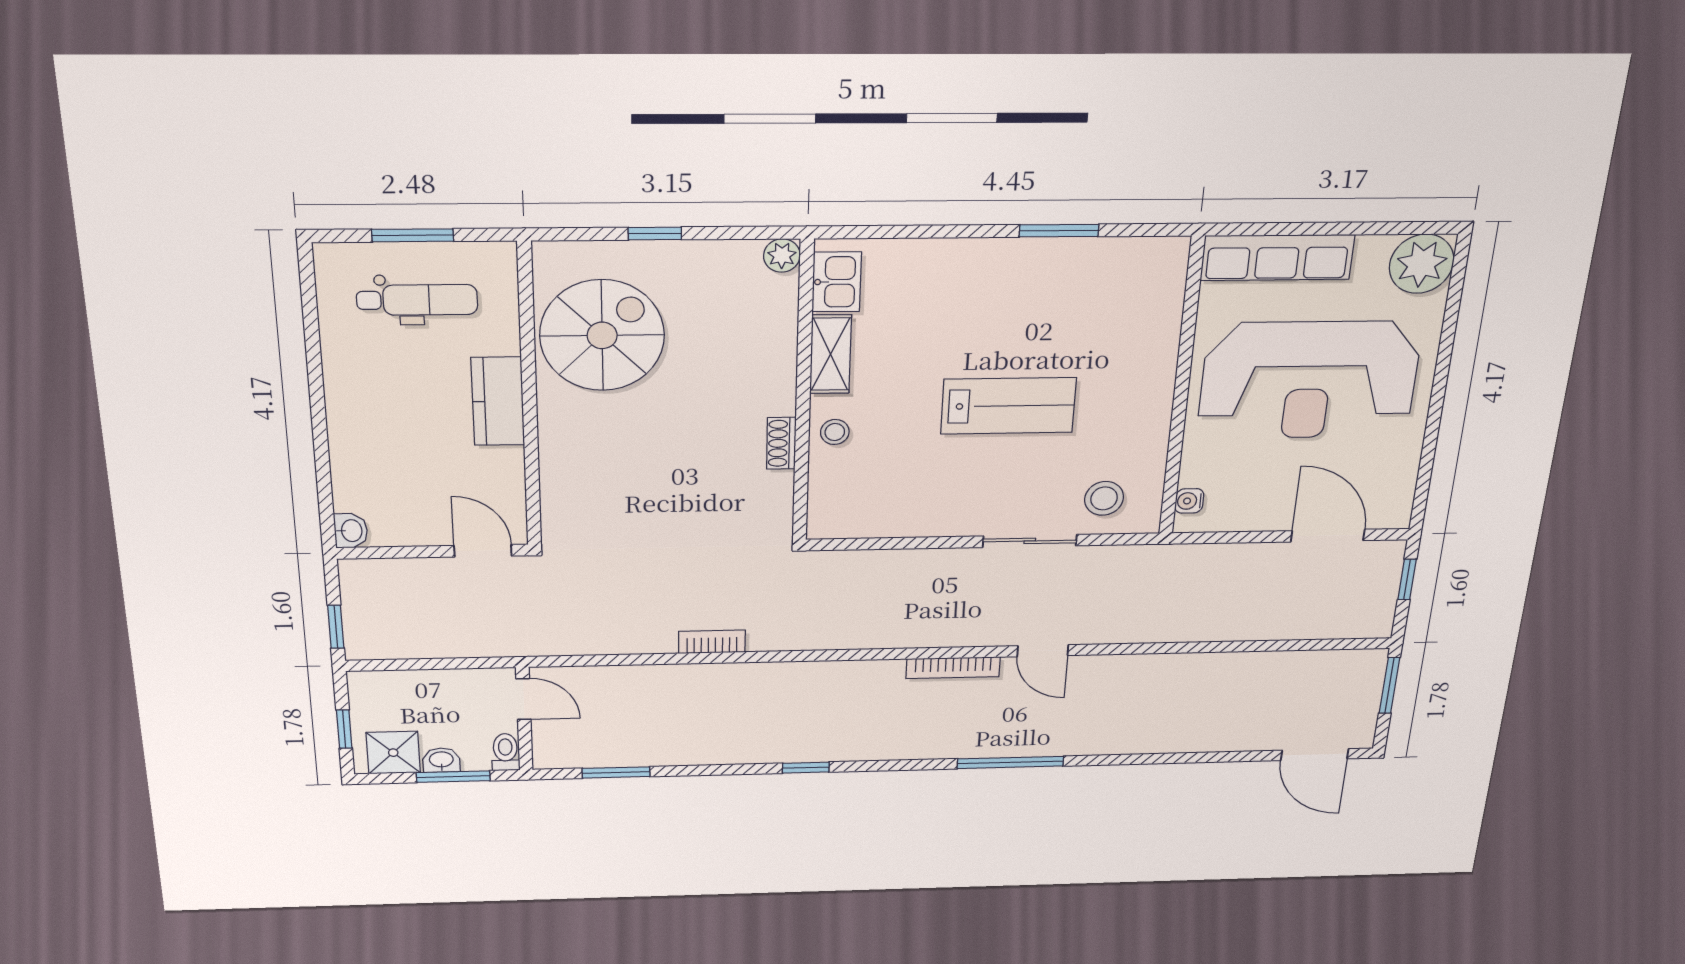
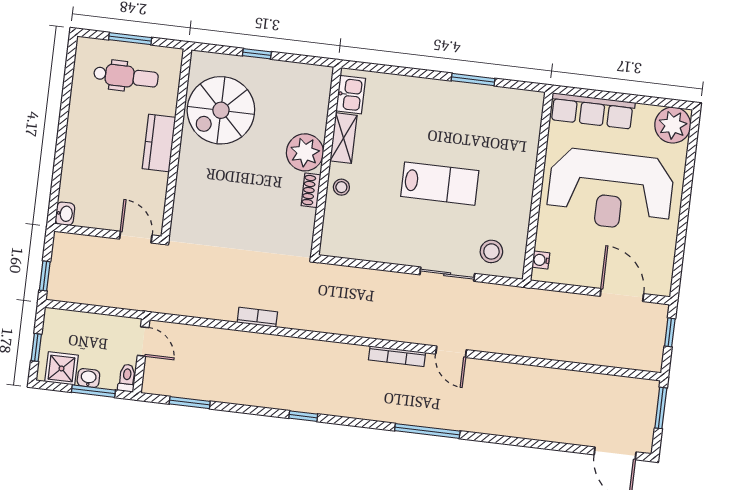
plant: (782, 255) -> (305, 152), moved, width x1.87, depth x1.87
spiral stairs: (602, 335) -> (221, 110), turned 180

